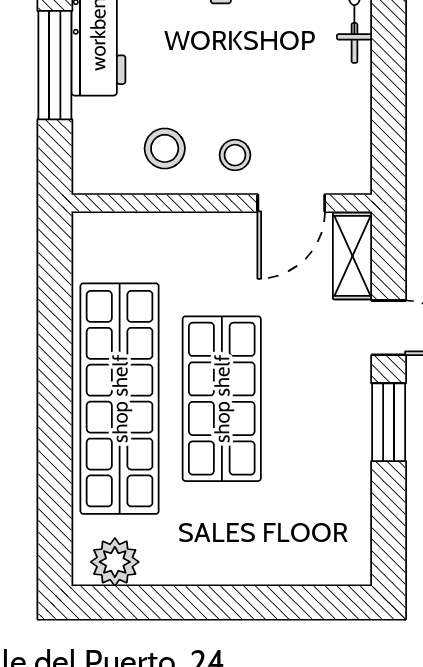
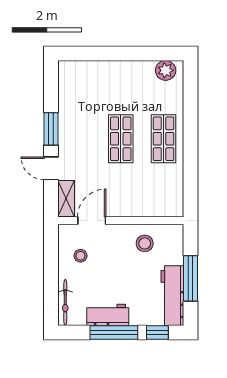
stool: (235, 155) -> (81, 256), moved
shop shelf: (120, 399) -> (164, 139), width x0.50, depth x0.74
shop shelf: (222, 399) -> (121, 139), width x0.70, depth x0.74

